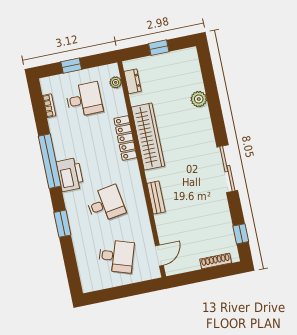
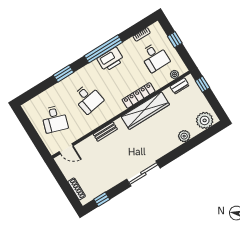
window: (159, 48) -> (203, 84), moved
plant: (188, 66) -> (205, 120), added
printer: (70, 175) -> (111, 59), moved

